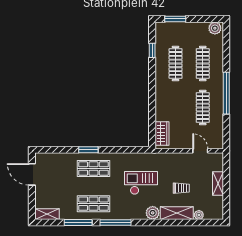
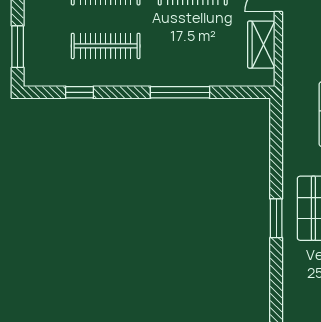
window: (152, 101) -> (180, 92), added
wardrobe: (162, 134) -> (261, 45), moved, turned -90

